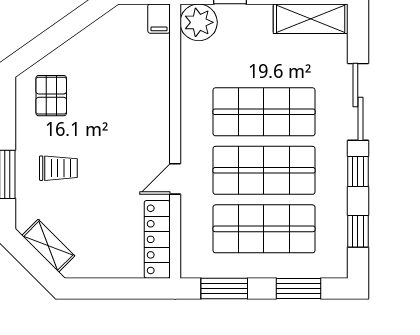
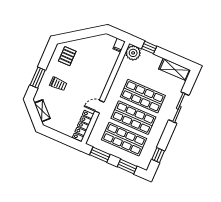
window: (358, 172) -> (168, 133), removed

